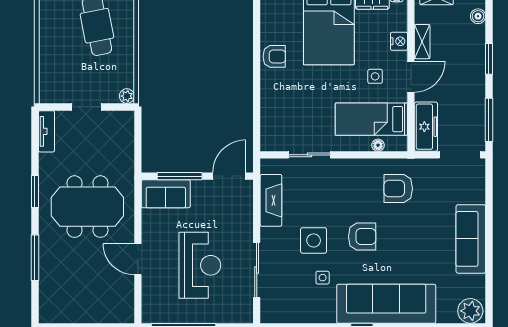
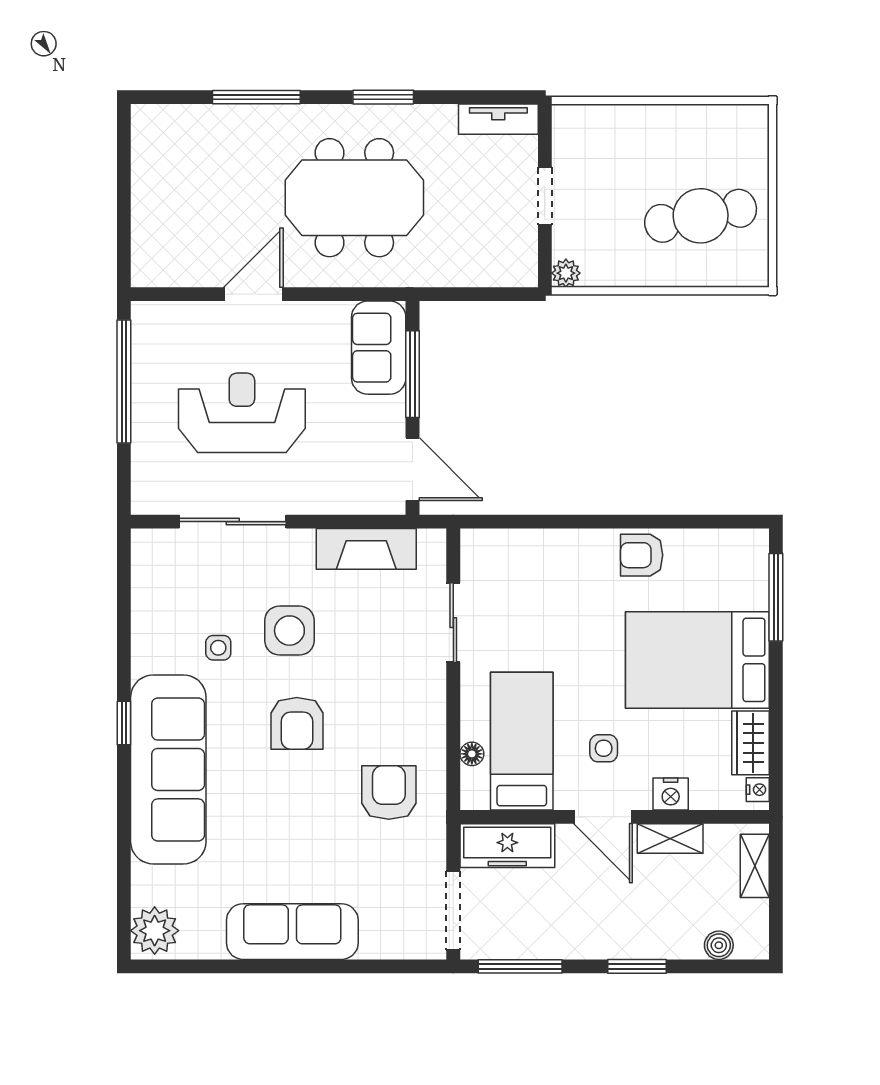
armchair: (274, 56) -> (642, 555), turned 90
meeting table: (87, 207) -> (354, 198), turned 90
reception desk: (200, 265) -> (242, 413), turned 180

